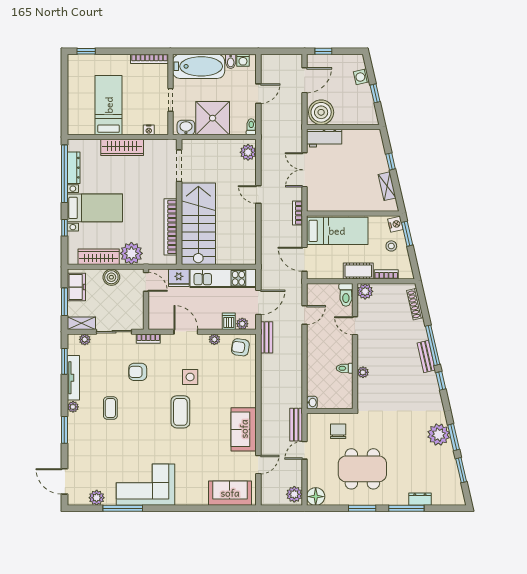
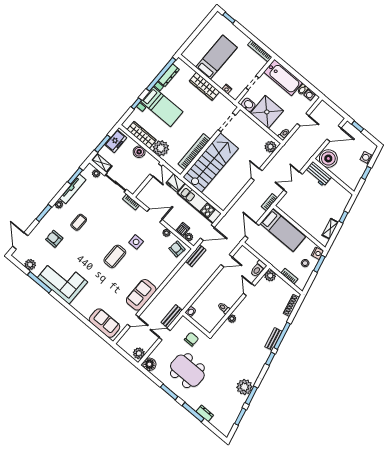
cot: (358, 271) -> (276, 261), removed
door: (186, 332) -> (155, 215), hinge flipped
armchair: (138, 372) -> (54, 239), moved

